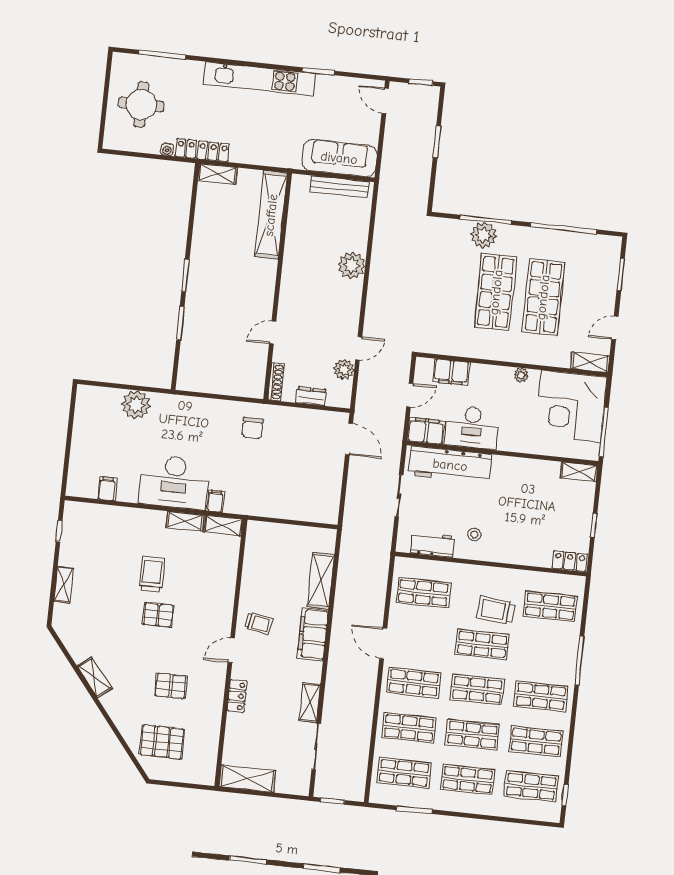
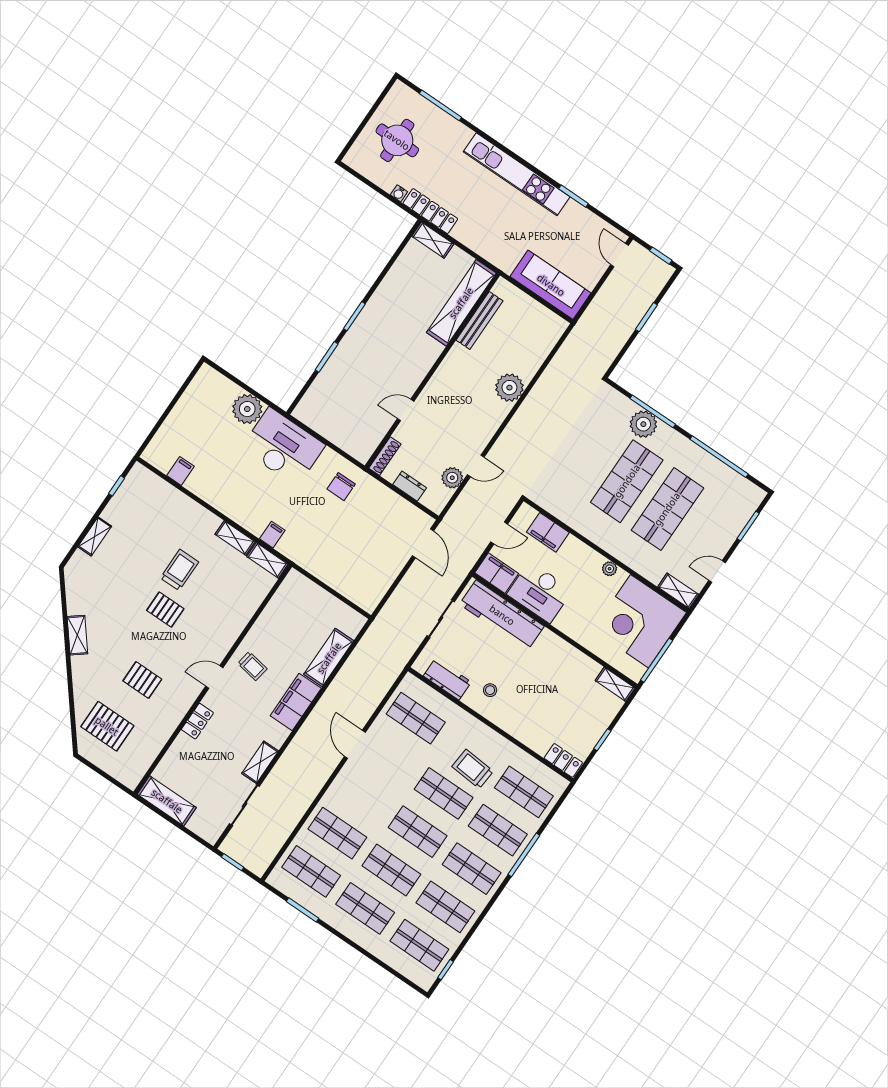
bench: (339, 187) -> (479, 320), moved, turned 90
desk: (174, 482) -> (283, 447), moved, turned 180
shop shelf: (414, 683) -> (498, 830), moved

